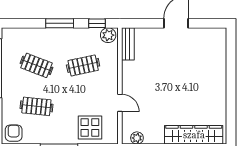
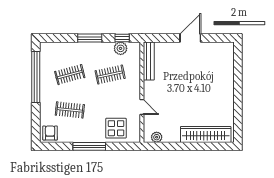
plant: (108, 35) -> (121, 48), moved
bench: (128, 44) -> (149, 61), width x1.36
clothes rail: (36, 65) -> (70, 75), turned -36

